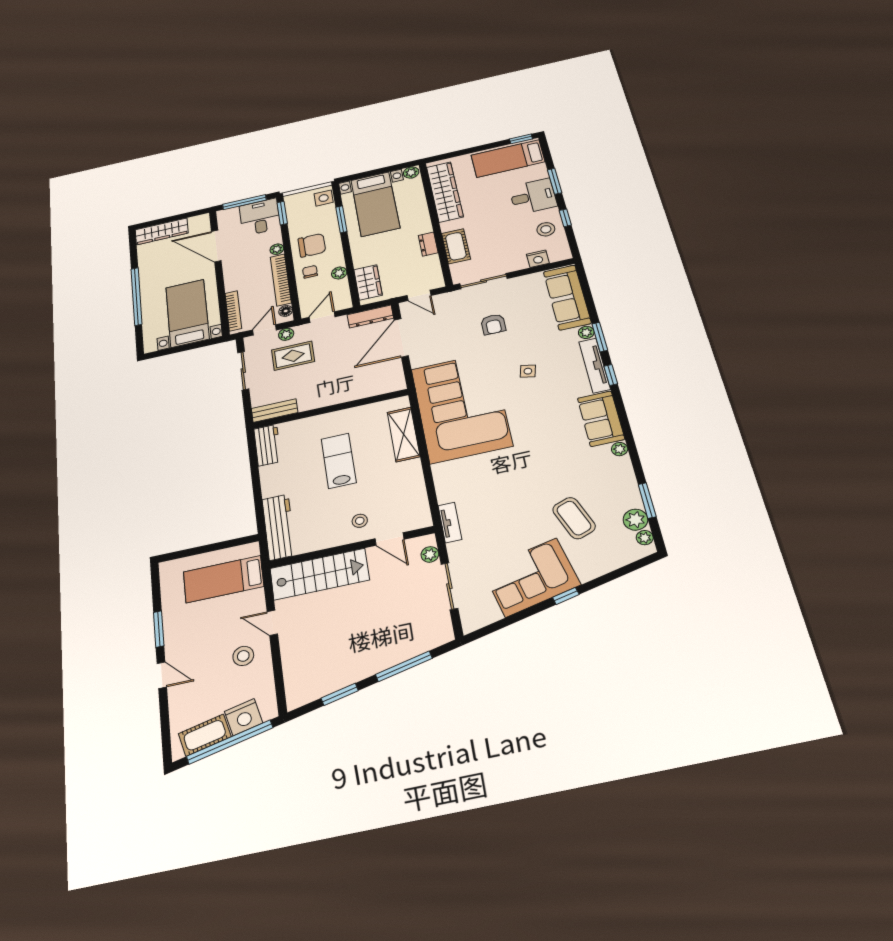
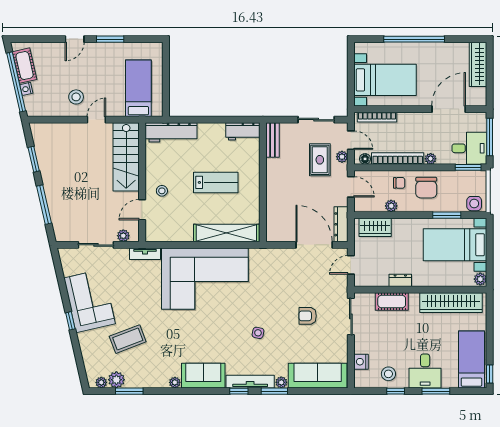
corner sofa: (461, 407) -> (205, 279), moved
shelving: (404, 434) -> (226, 233), width x1.47
nightstand: (244, 717) -> (26, 89), width x0.53, depth x0.56

